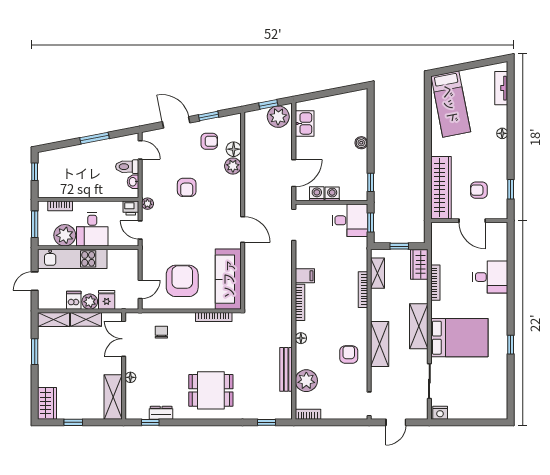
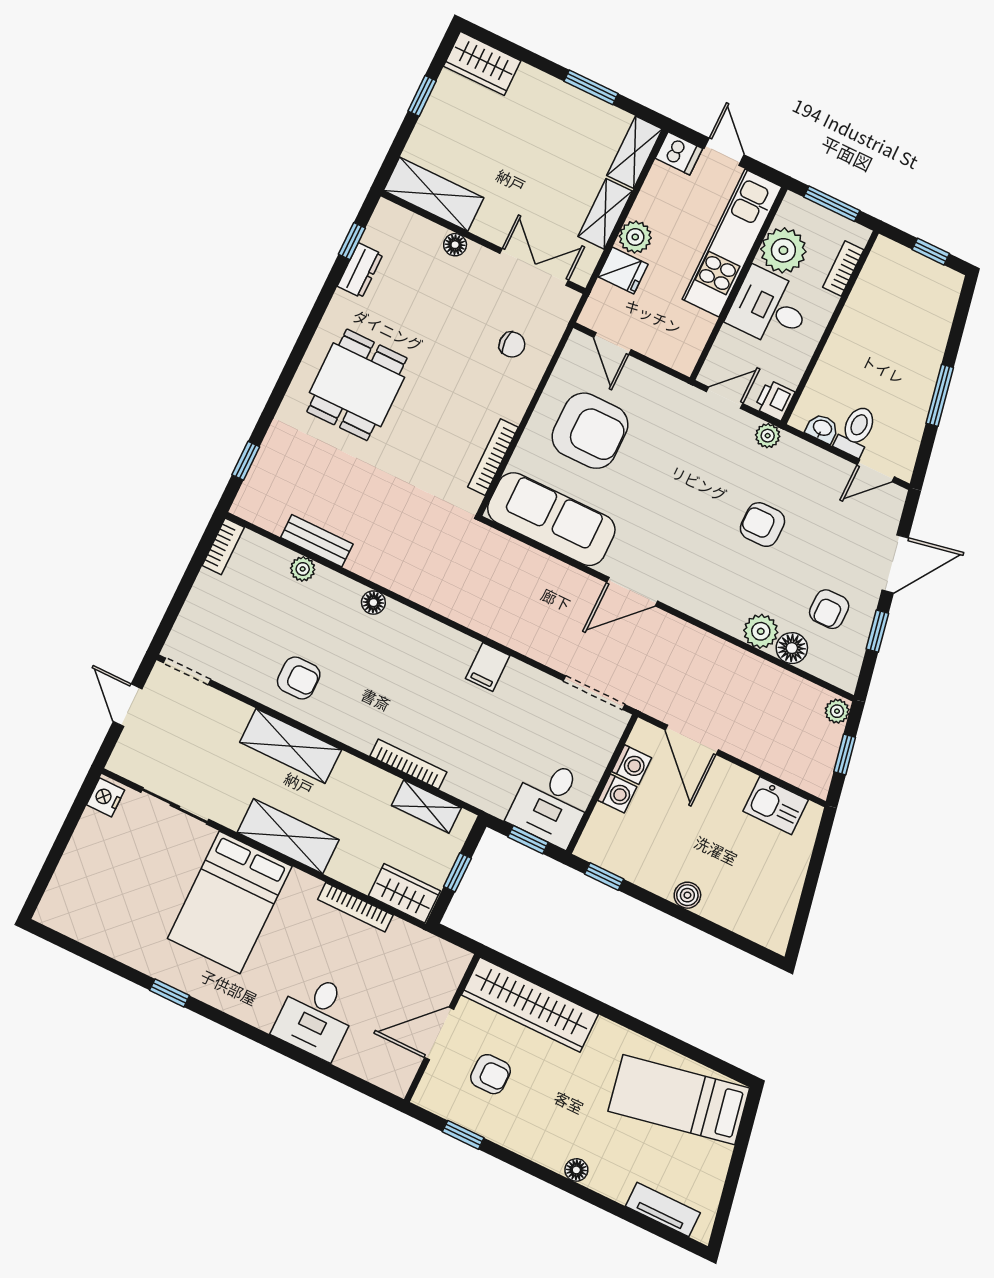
plant: (278, 117) -> (837, 711), moved, width x0.53, depth x0.53
armchair: (479, 190) -> (491, 1074), turned 90
dishwasher: (74, 300) -> (679, 153), moved
bookcase: (300, 302) -> (442, 633), removed
bench: (286, 369) -> (317, 541), width x0.73
plant: (306, 381) -> (303, 569), width x0.53, depth x0.53

